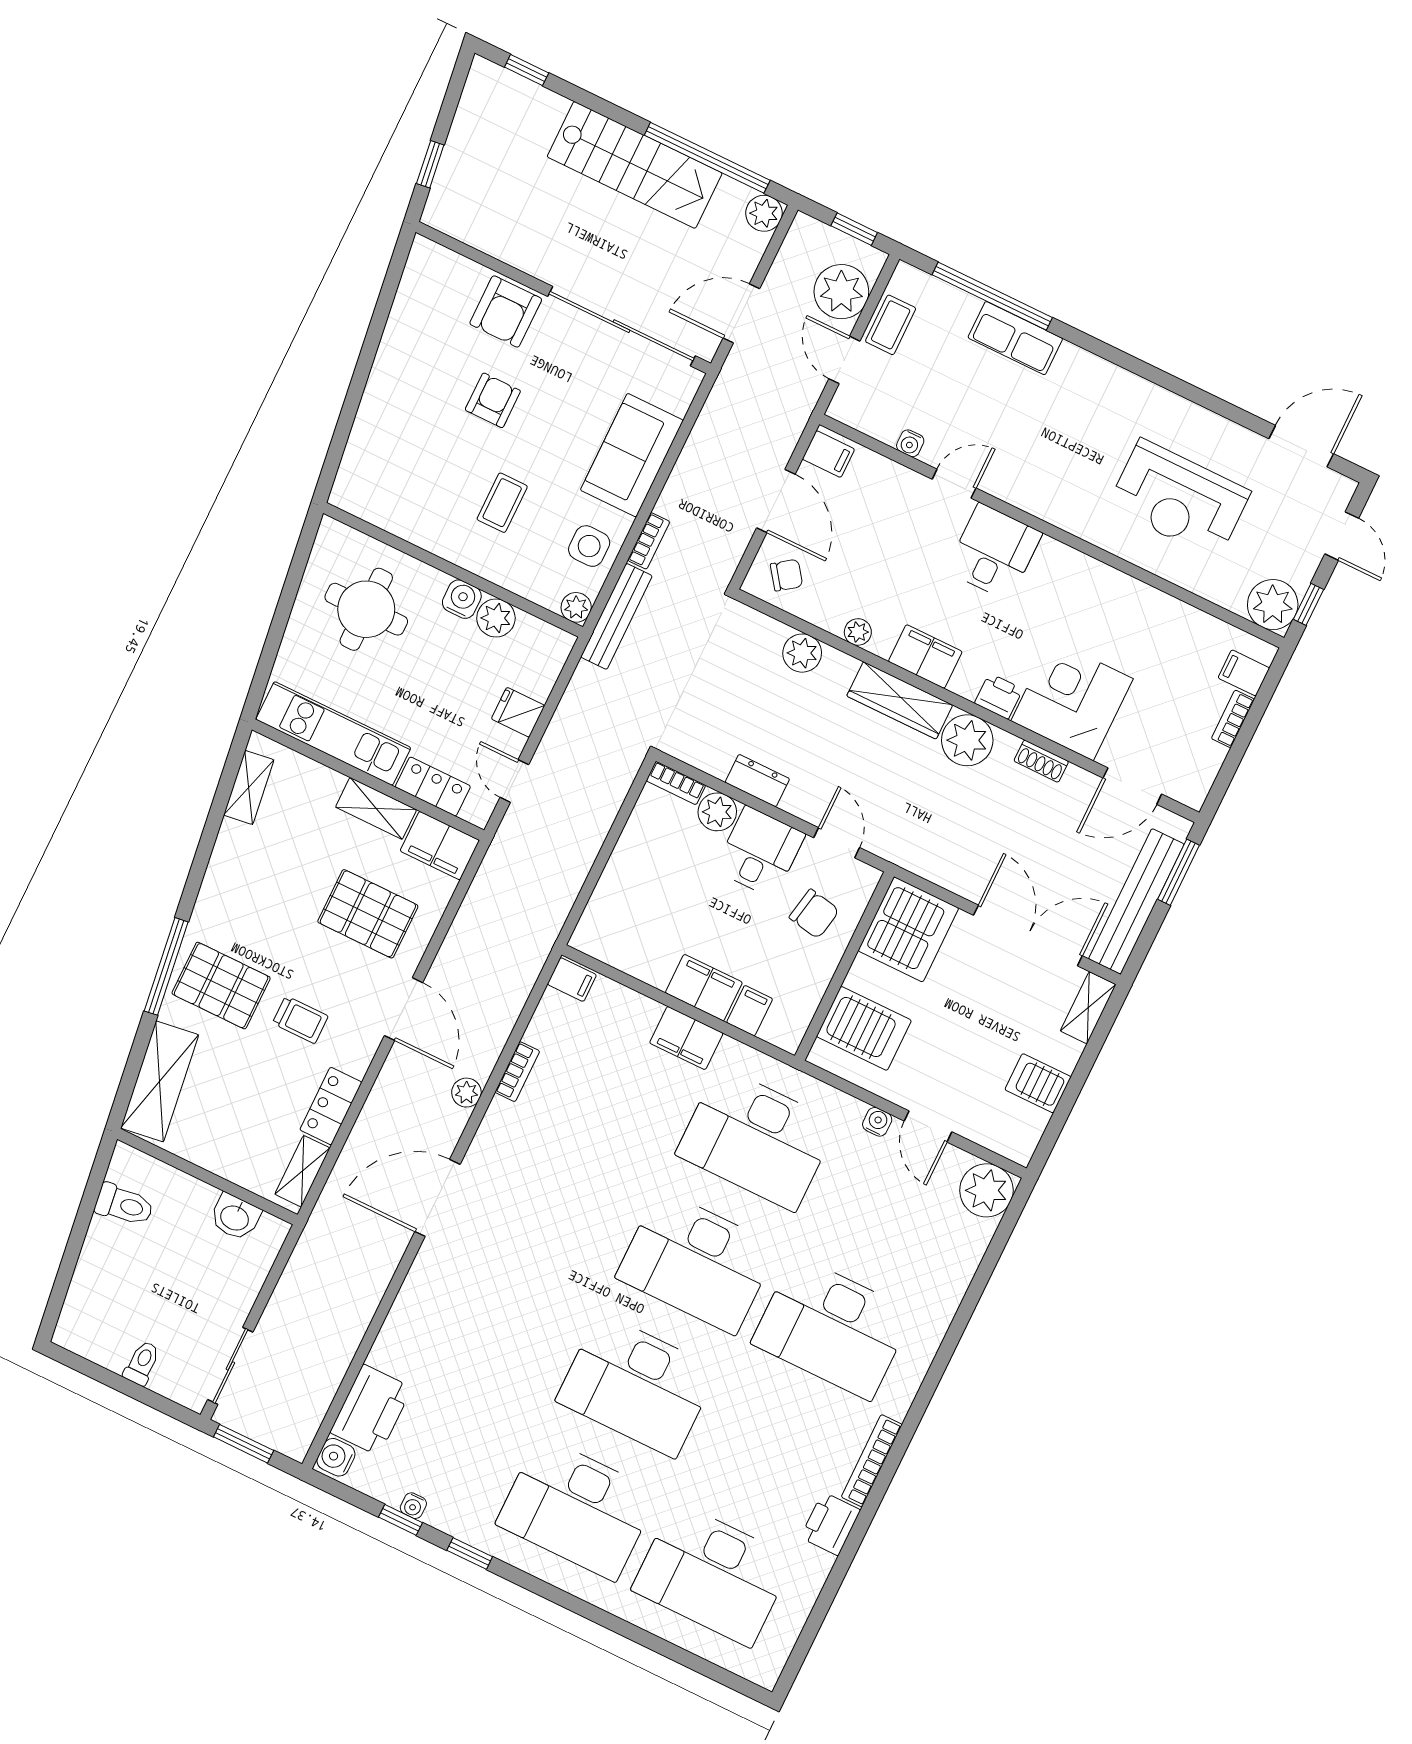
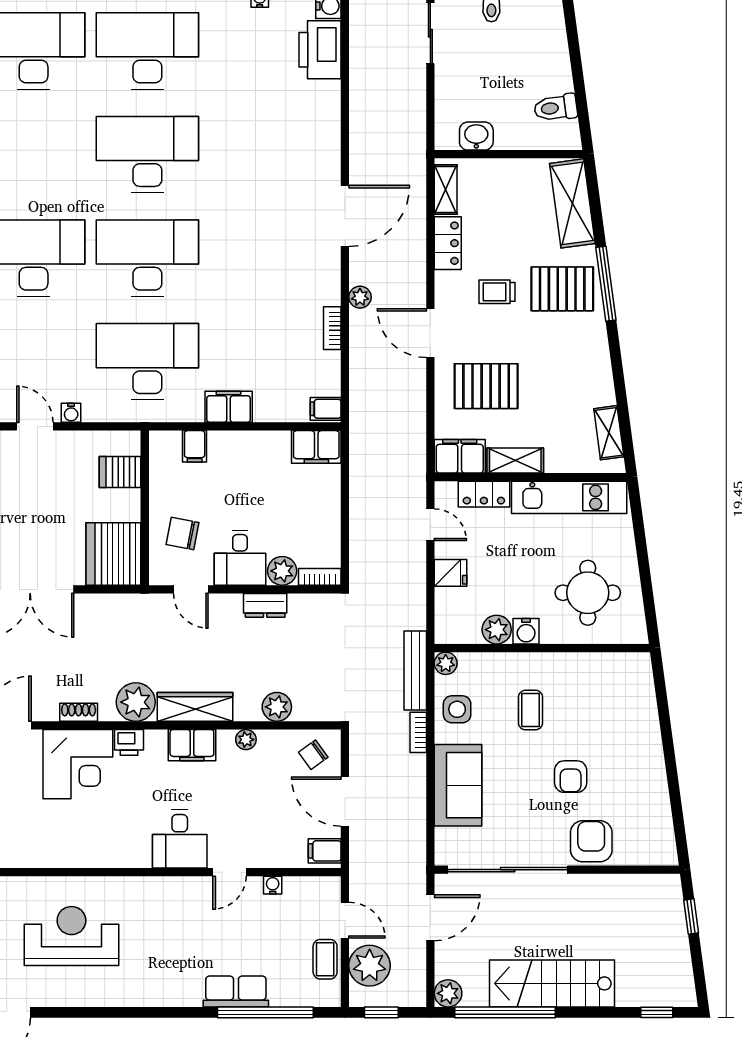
filing cabinet: (704, 988) -> (316, 447), moved
server rack: (864, 1028) -> (120, 472), width x0.73, depth x0.70

